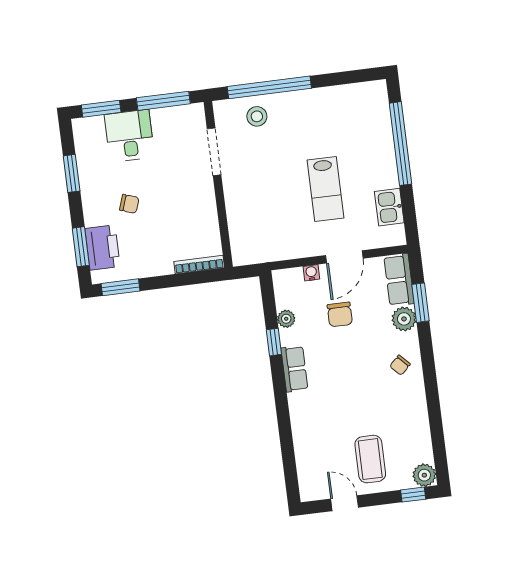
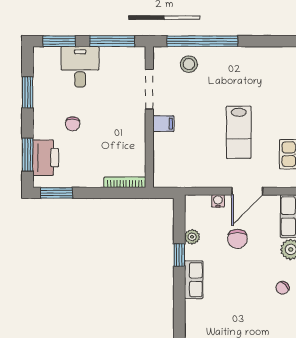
filing cabinet: (236, 190) -> (163, 124), added
chair: (129, 204) -> (73, 124), turned 71

